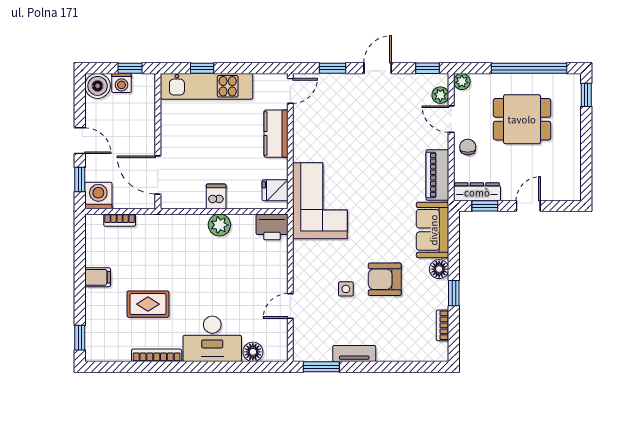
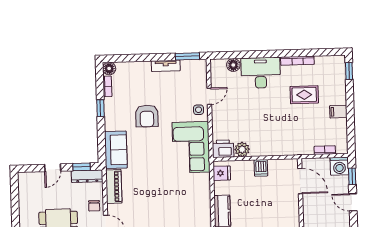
corner sofa: (320, 201) -> (191, 147), moved
plant: (219, 225) -> (242, 149), moved
floor lamp: (439, 269) -> (109, 68), moved
armchair: (385, 279) -> (147, 116), turned 90
side table: (346, 289) -> (199, 110), moved

